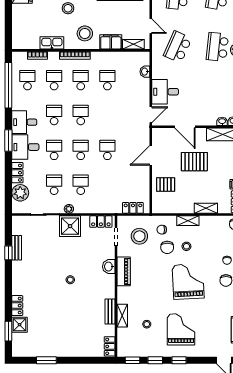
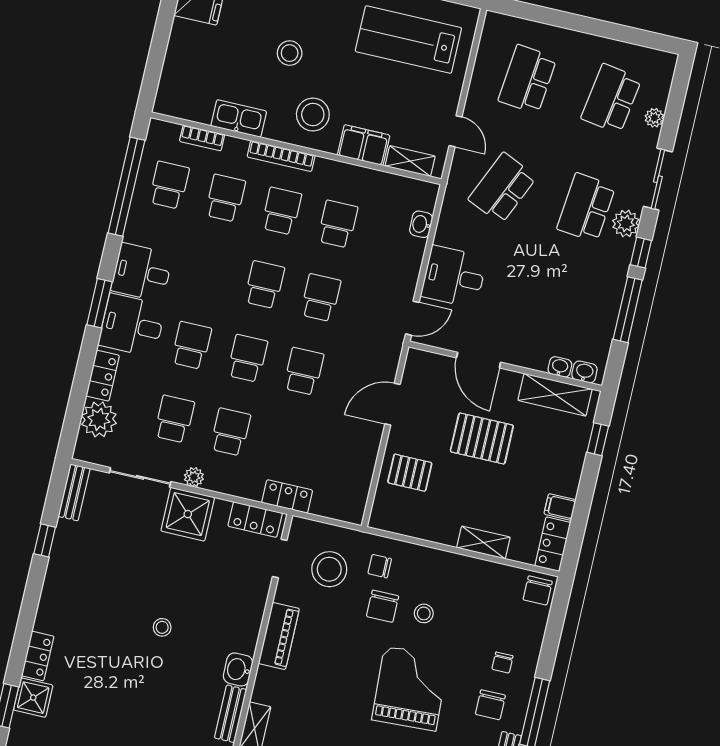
school desk: (54, 115) -> (321, 298), moved
locker: (133, 208) -> (287, 496), moved
shelving: (188, 221) -> (439, 560), removed
bench: (17, 248) -> (74, 492), moved
washbasin: (109, 267) -> (238, 669), moved

